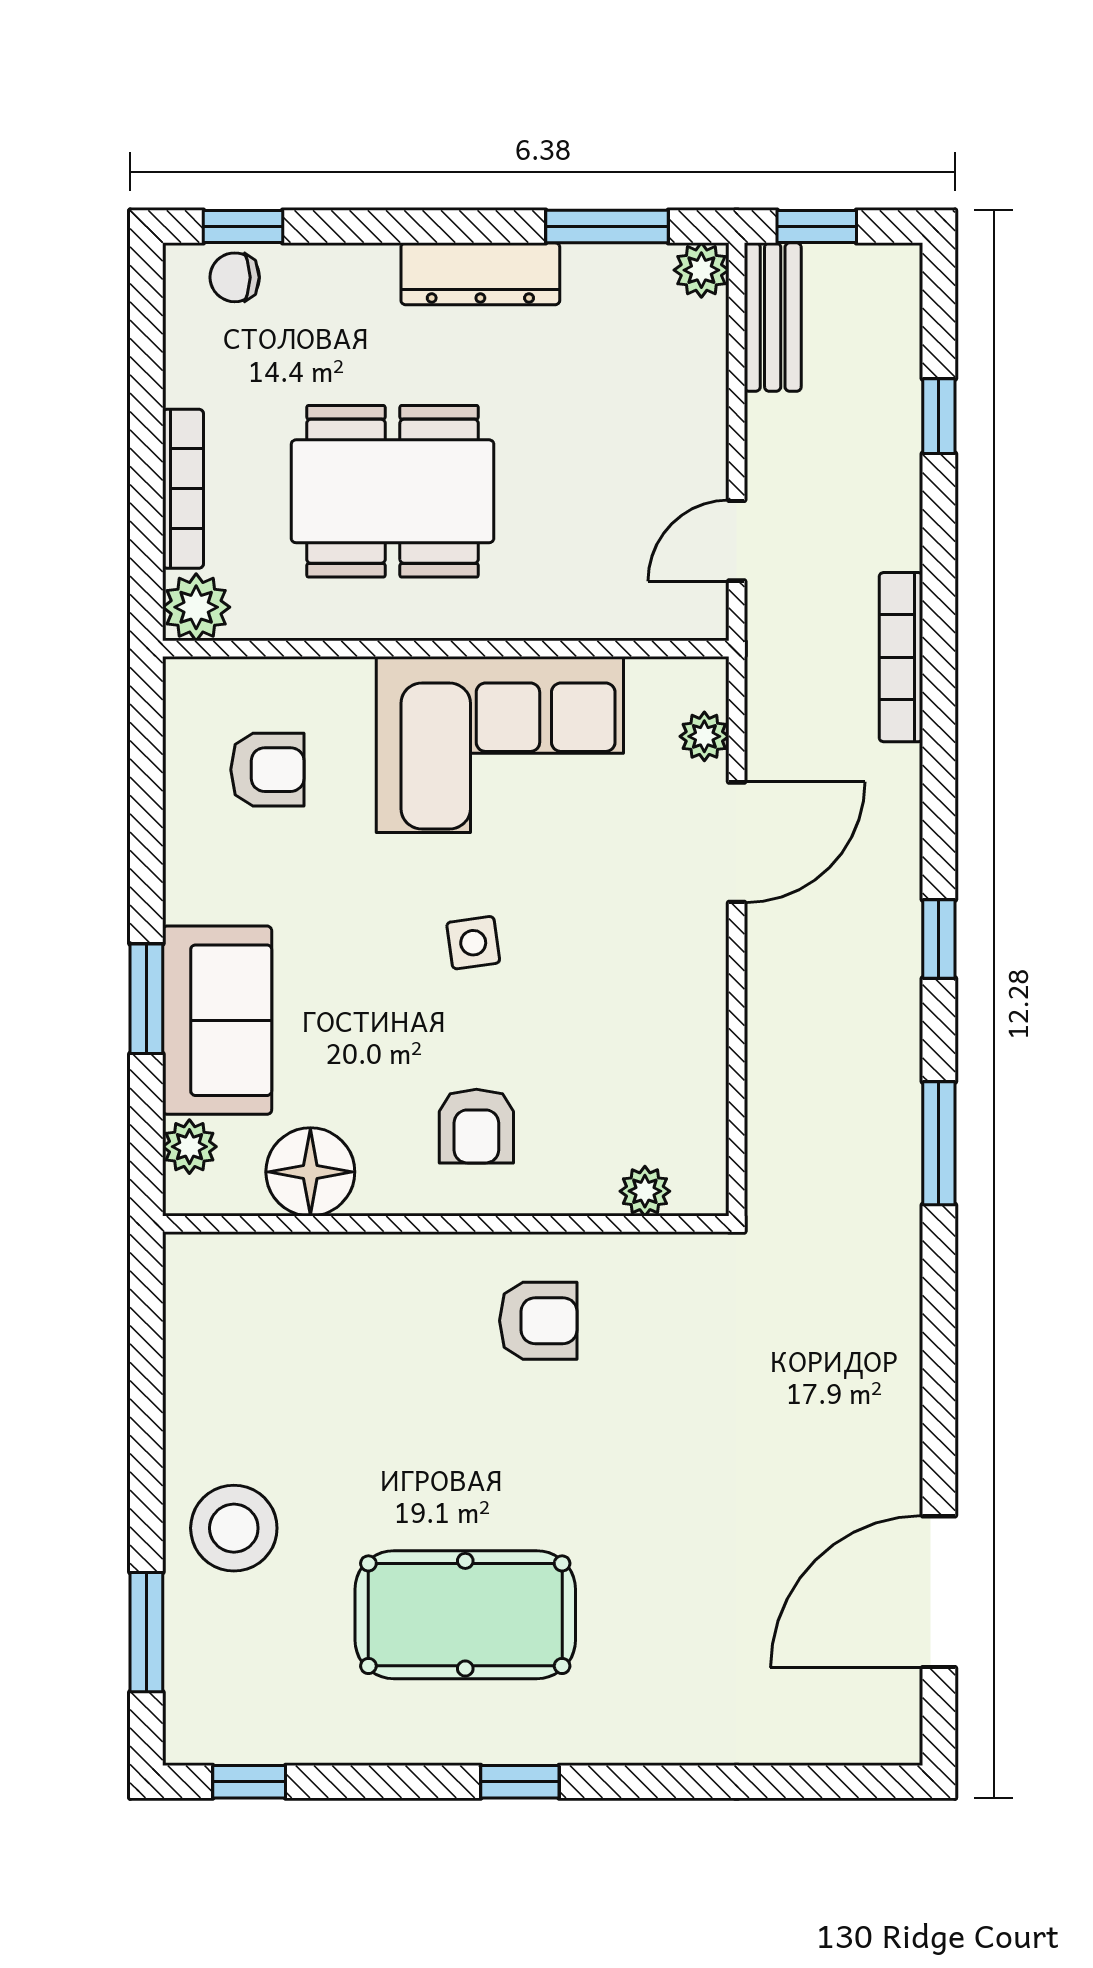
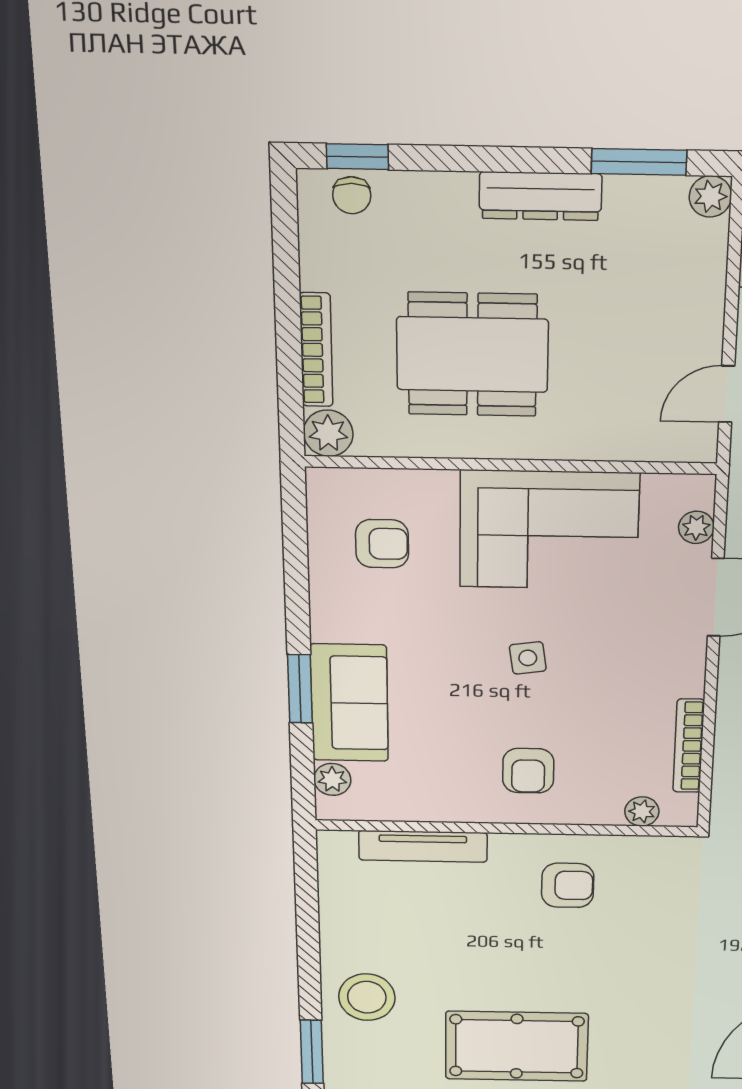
chair: (235, 277) -> (352, 195), turned -90
bookcase: (709, 1080) -> (689, 746), added
floor lamp: (310, 1172) -> (415, 796), removed
tv unit: (322, 1258) -> (423, 846), added

